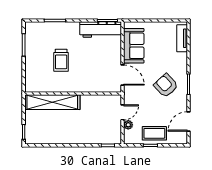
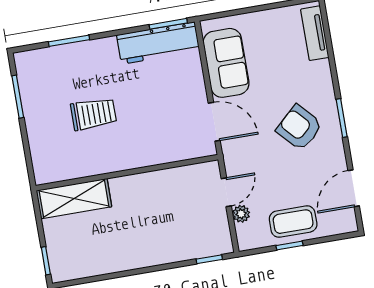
trolley: (61, 60) -> (93, 114), turned -90
shelving: (52, 102) -> (74, 199), width x0.68

